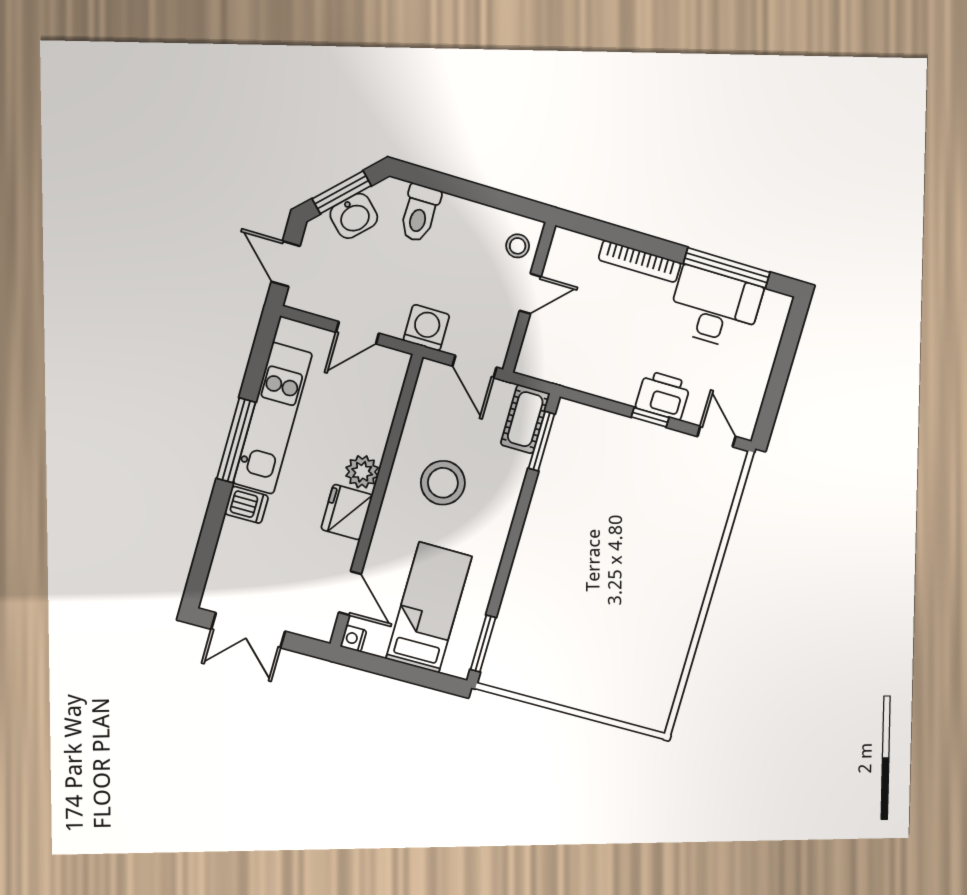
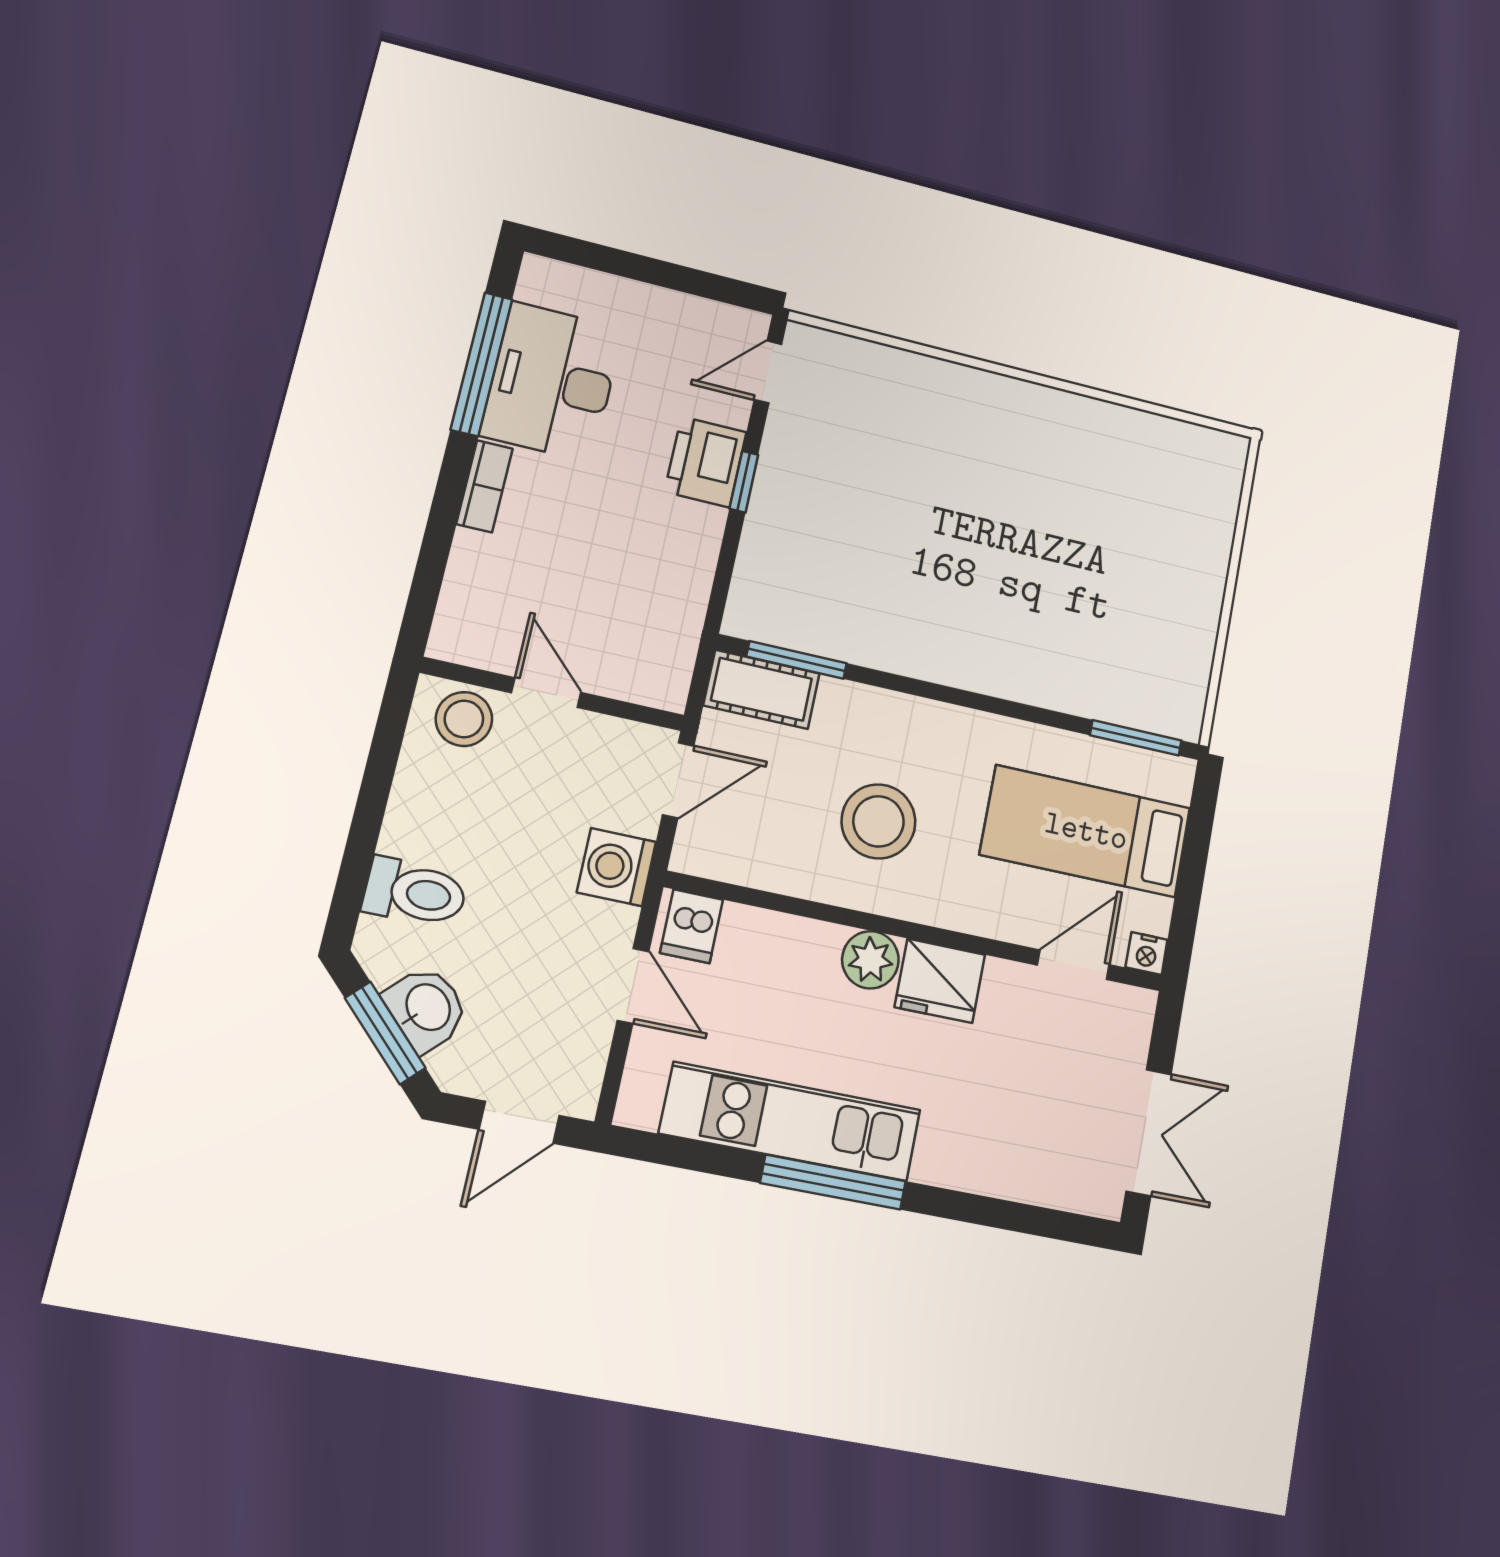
stool: (518, 246) -> (464, 719), width x1.37, depth x1.37
bookcase: (640, 261) -> (485, 486), width x0.64
dishwasher: (247, 505) -> (692, 926), moved, turned 180

